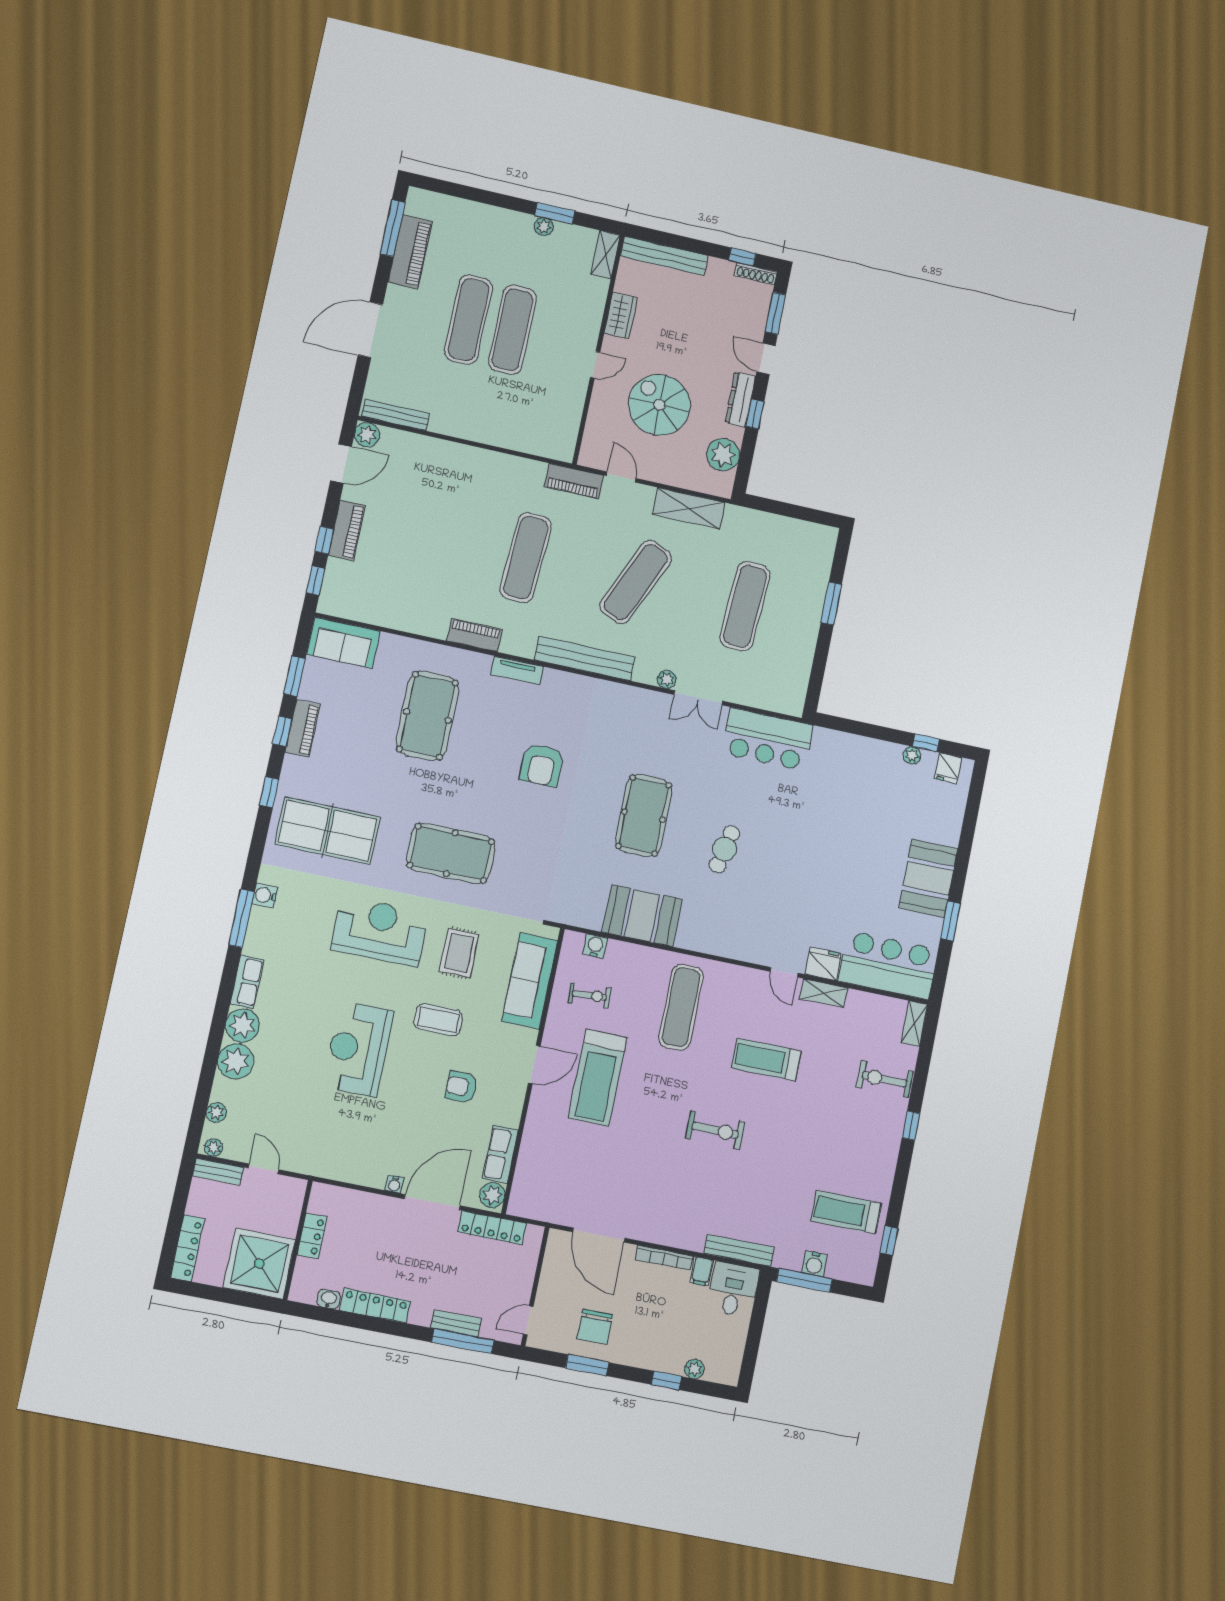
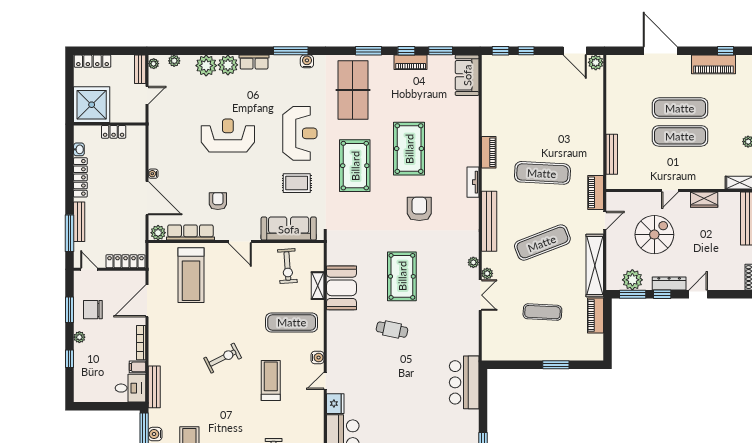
window: (393, 228) -> (726, 51), width x0.46
window: (775, 313) -> (633, 294), moved
door: (595, 365) -> (670, 190), hinge flipped
bench: (396, 415) -> (612, 154), moved
shelving: (689, 508) -> (595, 265), width x1.47
piano: (347, 530) -> (595, 316), moved, turned 90
exercise mat: (636, 582) -> (542, 243), turned -45
exercise mat: (745, 606) -> (542, 312), width x0.73, depth x0.69
double door: (698, 698) -> (480, 295), swing flipped
pool table: (427, 716) -> (409, 149), moved, turned 90
bar counter: (768, 739) -> (464, 382), moved
plant: (912, 755) -> (473, 262), moved
armchair: (542, 765) -> (419, 209), turned 90
window: (269, 792) -> (368, 51), width x1.50
pool table: (644, 816) -> (402, 276), turned 90
water cooler: (595, 946) -> (318, 358), moved
shelving: (824, 993) -> (318, 286), moved
exercise bike: (589, 995) -> (287, 266), width x1.38, depth x1.39
coffee table: (438, 1020) -> (255, 179), removed
treadmill: (597, 1078) -> (191, 275), moved, turned -90
exercise bike: (715, 1130) -> (223, 358), turned -117
row of seats: (500, 1154) -> (190, 233), width x1.48
locker: (492, 1228) -> (126, 261), moved, turned 90
bench: (456, 1323) -> (79, 222), width x1.36
plant: (694, 1369) -> (79, 337), moved

